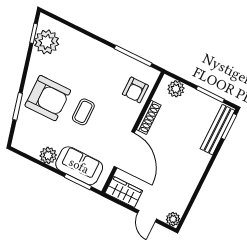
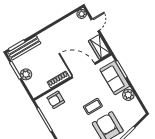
plant: (176, 89) -> (26, 74), moved
armchair: (135, 90) -> (56, 100), turned 180
door: (124, 150) -> (84, 70), hinge flipped

